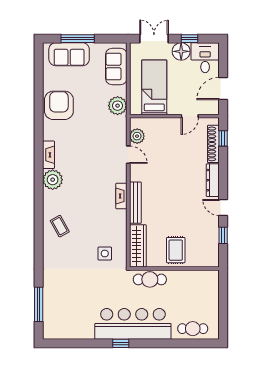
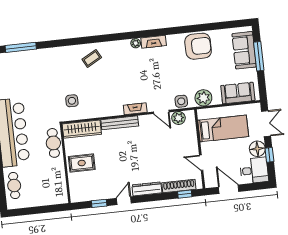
side table: (119, 131) -> (181, 101), added
door: (128, 155) -> (161, 112), hinge flipped
plant: (53, 180) -> (136, 43), width x0.53, depth x0.53
fireplace: (121, 196) -> (135, 109), moved

